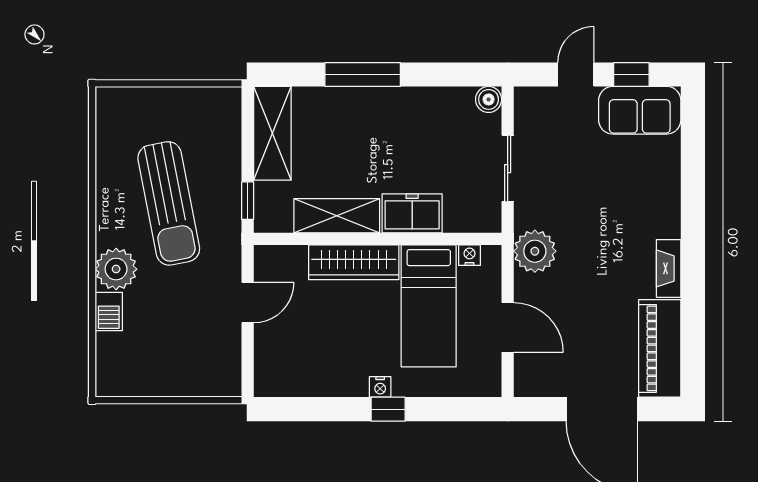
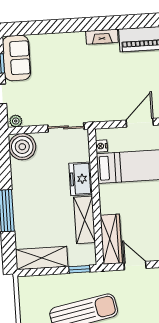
boiler: (489, 99) -> (22, 147), width x1.86, depth x1.86
sliding door: (508, 169) -> (66, 127), moved
plant: (535, 251) -> (16, 121), moved, width x0.53, depth x0.53
wardrobe: (354, 262) -> (111, 239), moved

